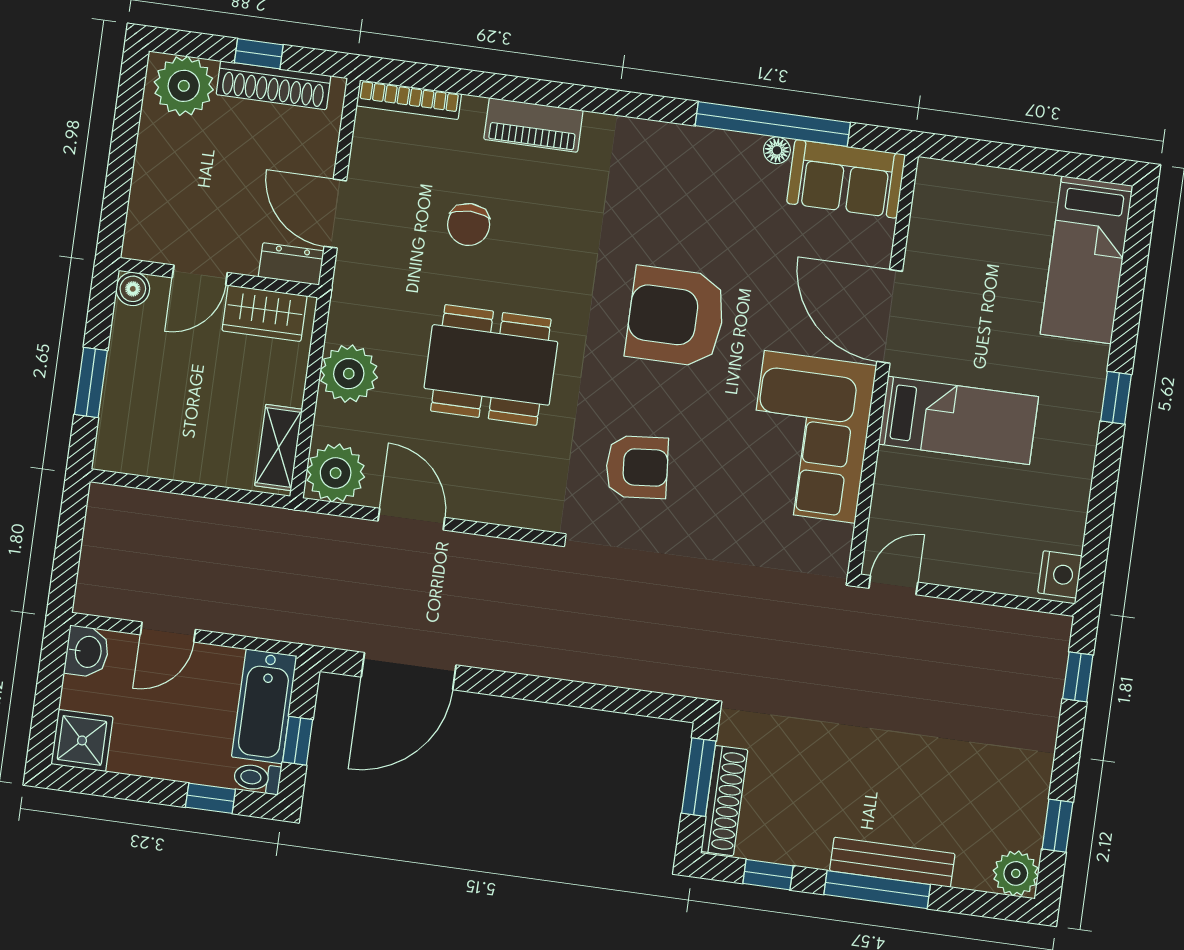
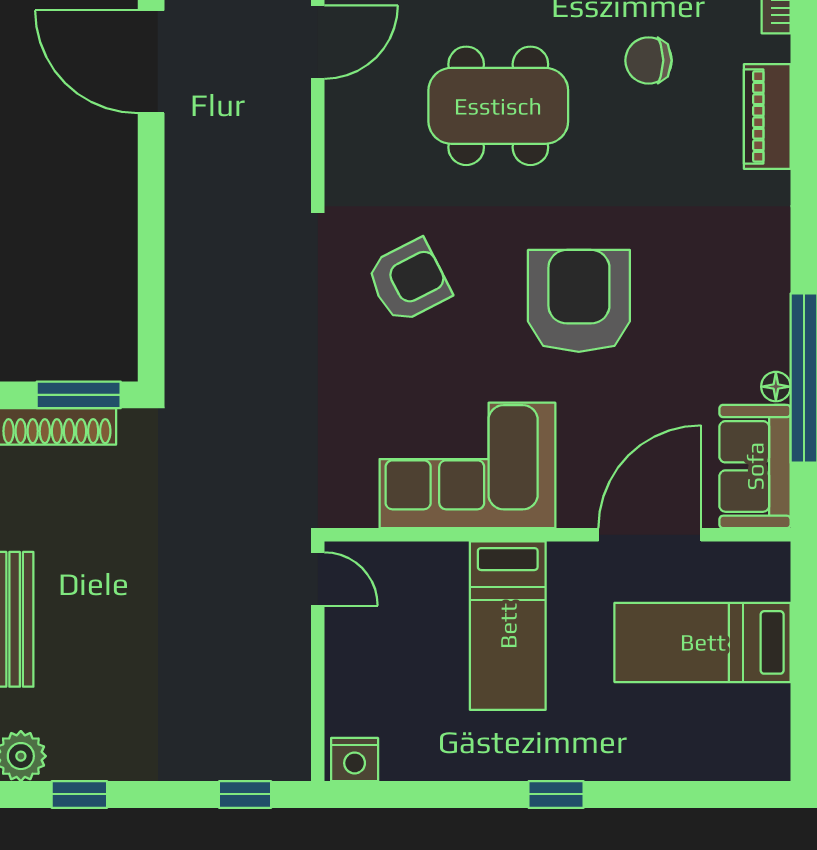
bed: (1087, 260) -> (703, 642), moved
door: (890, 316) -> (650, 535), moved
dining table: (491, 365) -> (498, 106), turned 90
armchair: (637, 467) -> (409, 281), turned -112

